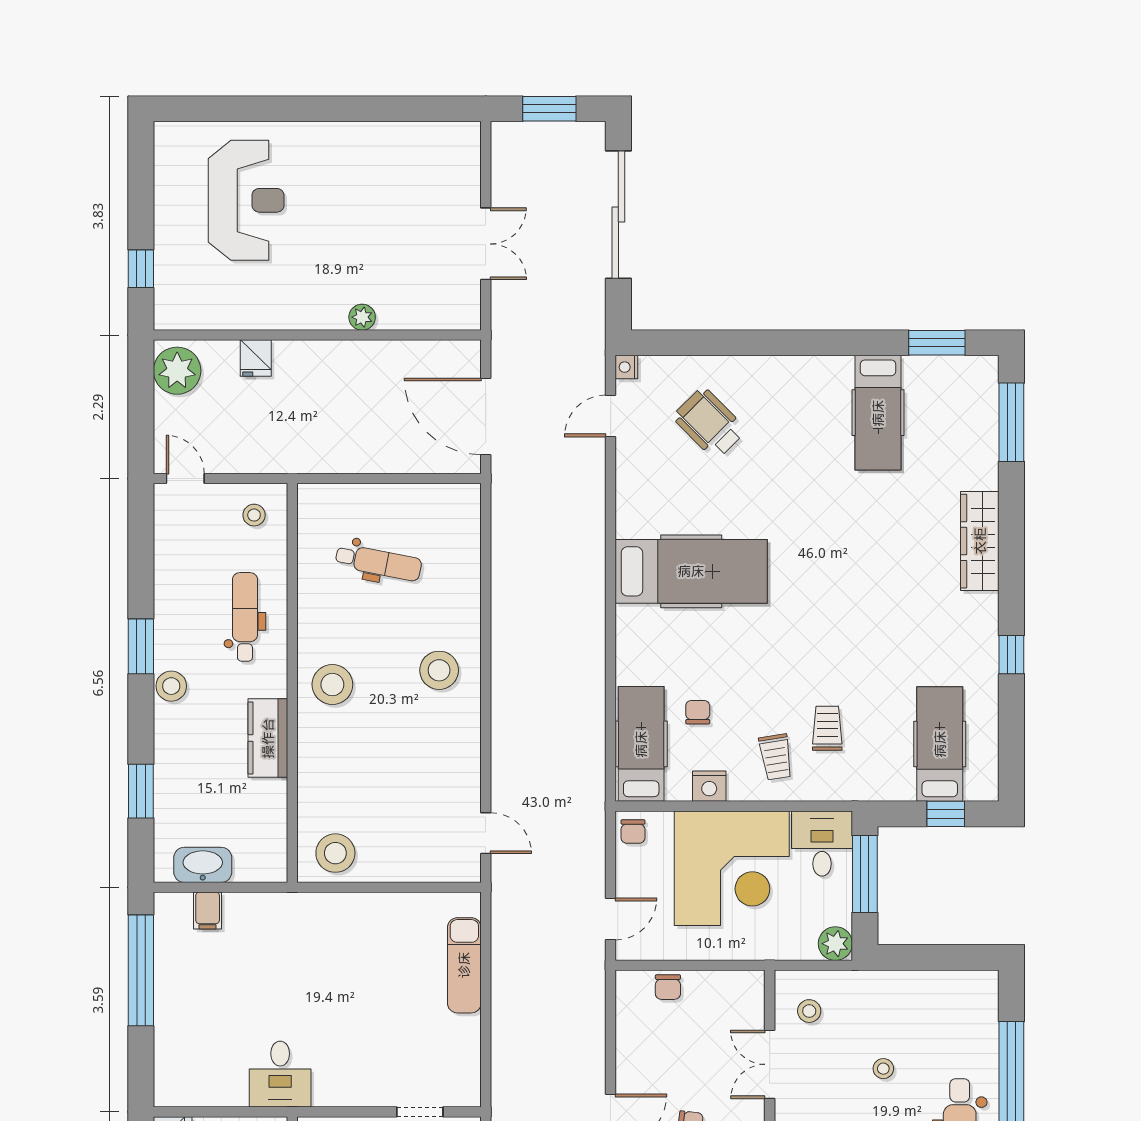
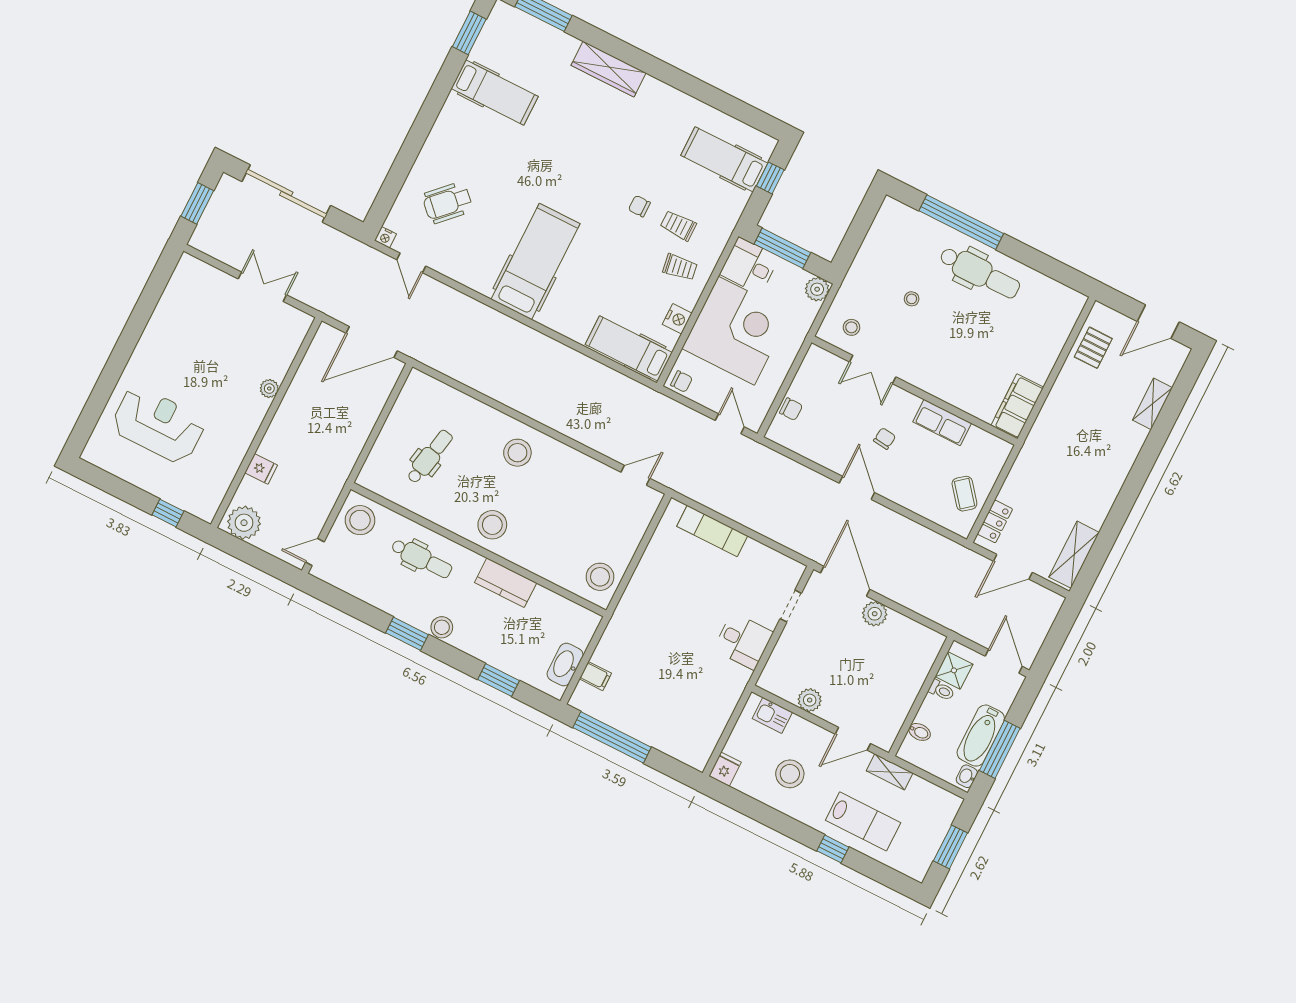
stool: (254, 515) -> (360, 520), width x1.89, depth x1.89
dental chair: (245, 617) -> (422, 558), turned 180
window: (1011, 655) -> (691, 85), removed
chair: (698, 712) -> (639, 206), moved
desk: (280, 1074) -> (743, 641), moved

